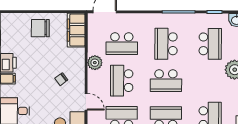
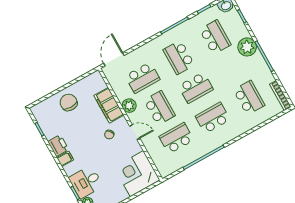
chair: (40, 28) -> (69, 102), turned 90
filing cabinet: (76, 30) -> (109, 105), moved
school desk: (122, 81) -> (159, 108), turned 180
door: (86, 102) -> (135, 132), moved

